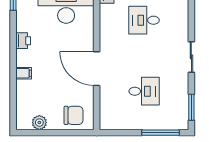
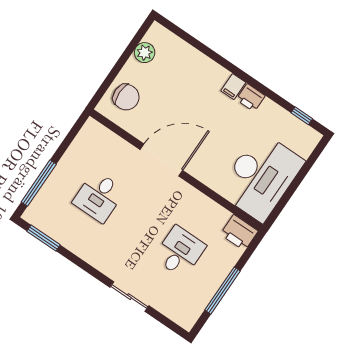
sliding door: (191, 57) -> (129, 297), moved
filing cabinet: (24, 73) -> (233, 87), moved
chair: (74, 115) -> (126, 97), turned -90

